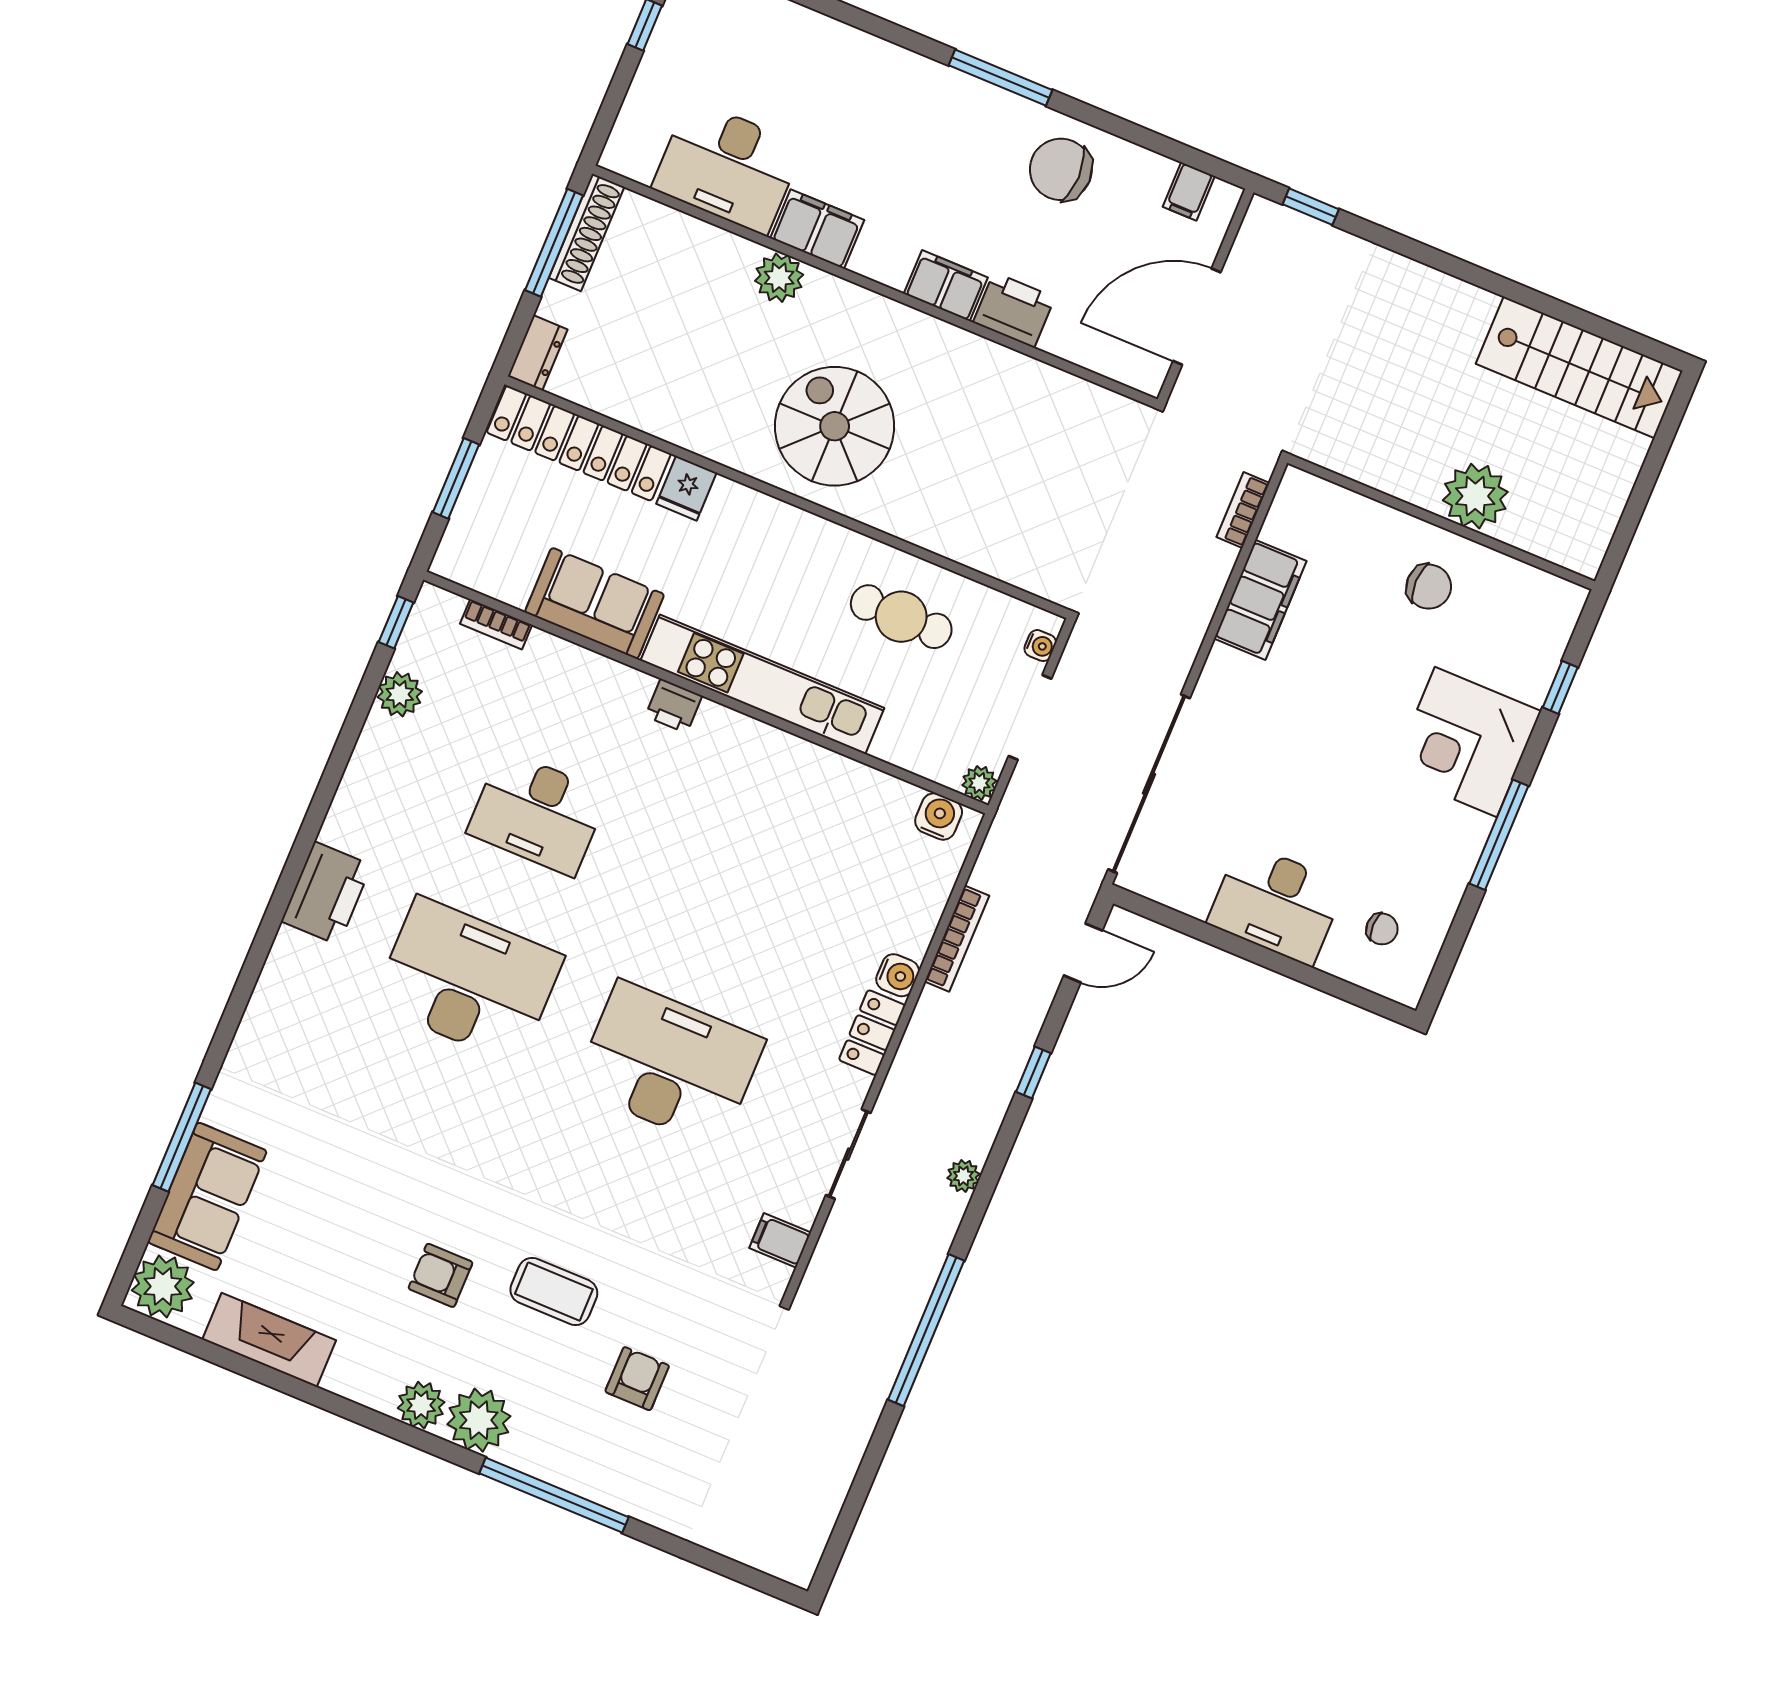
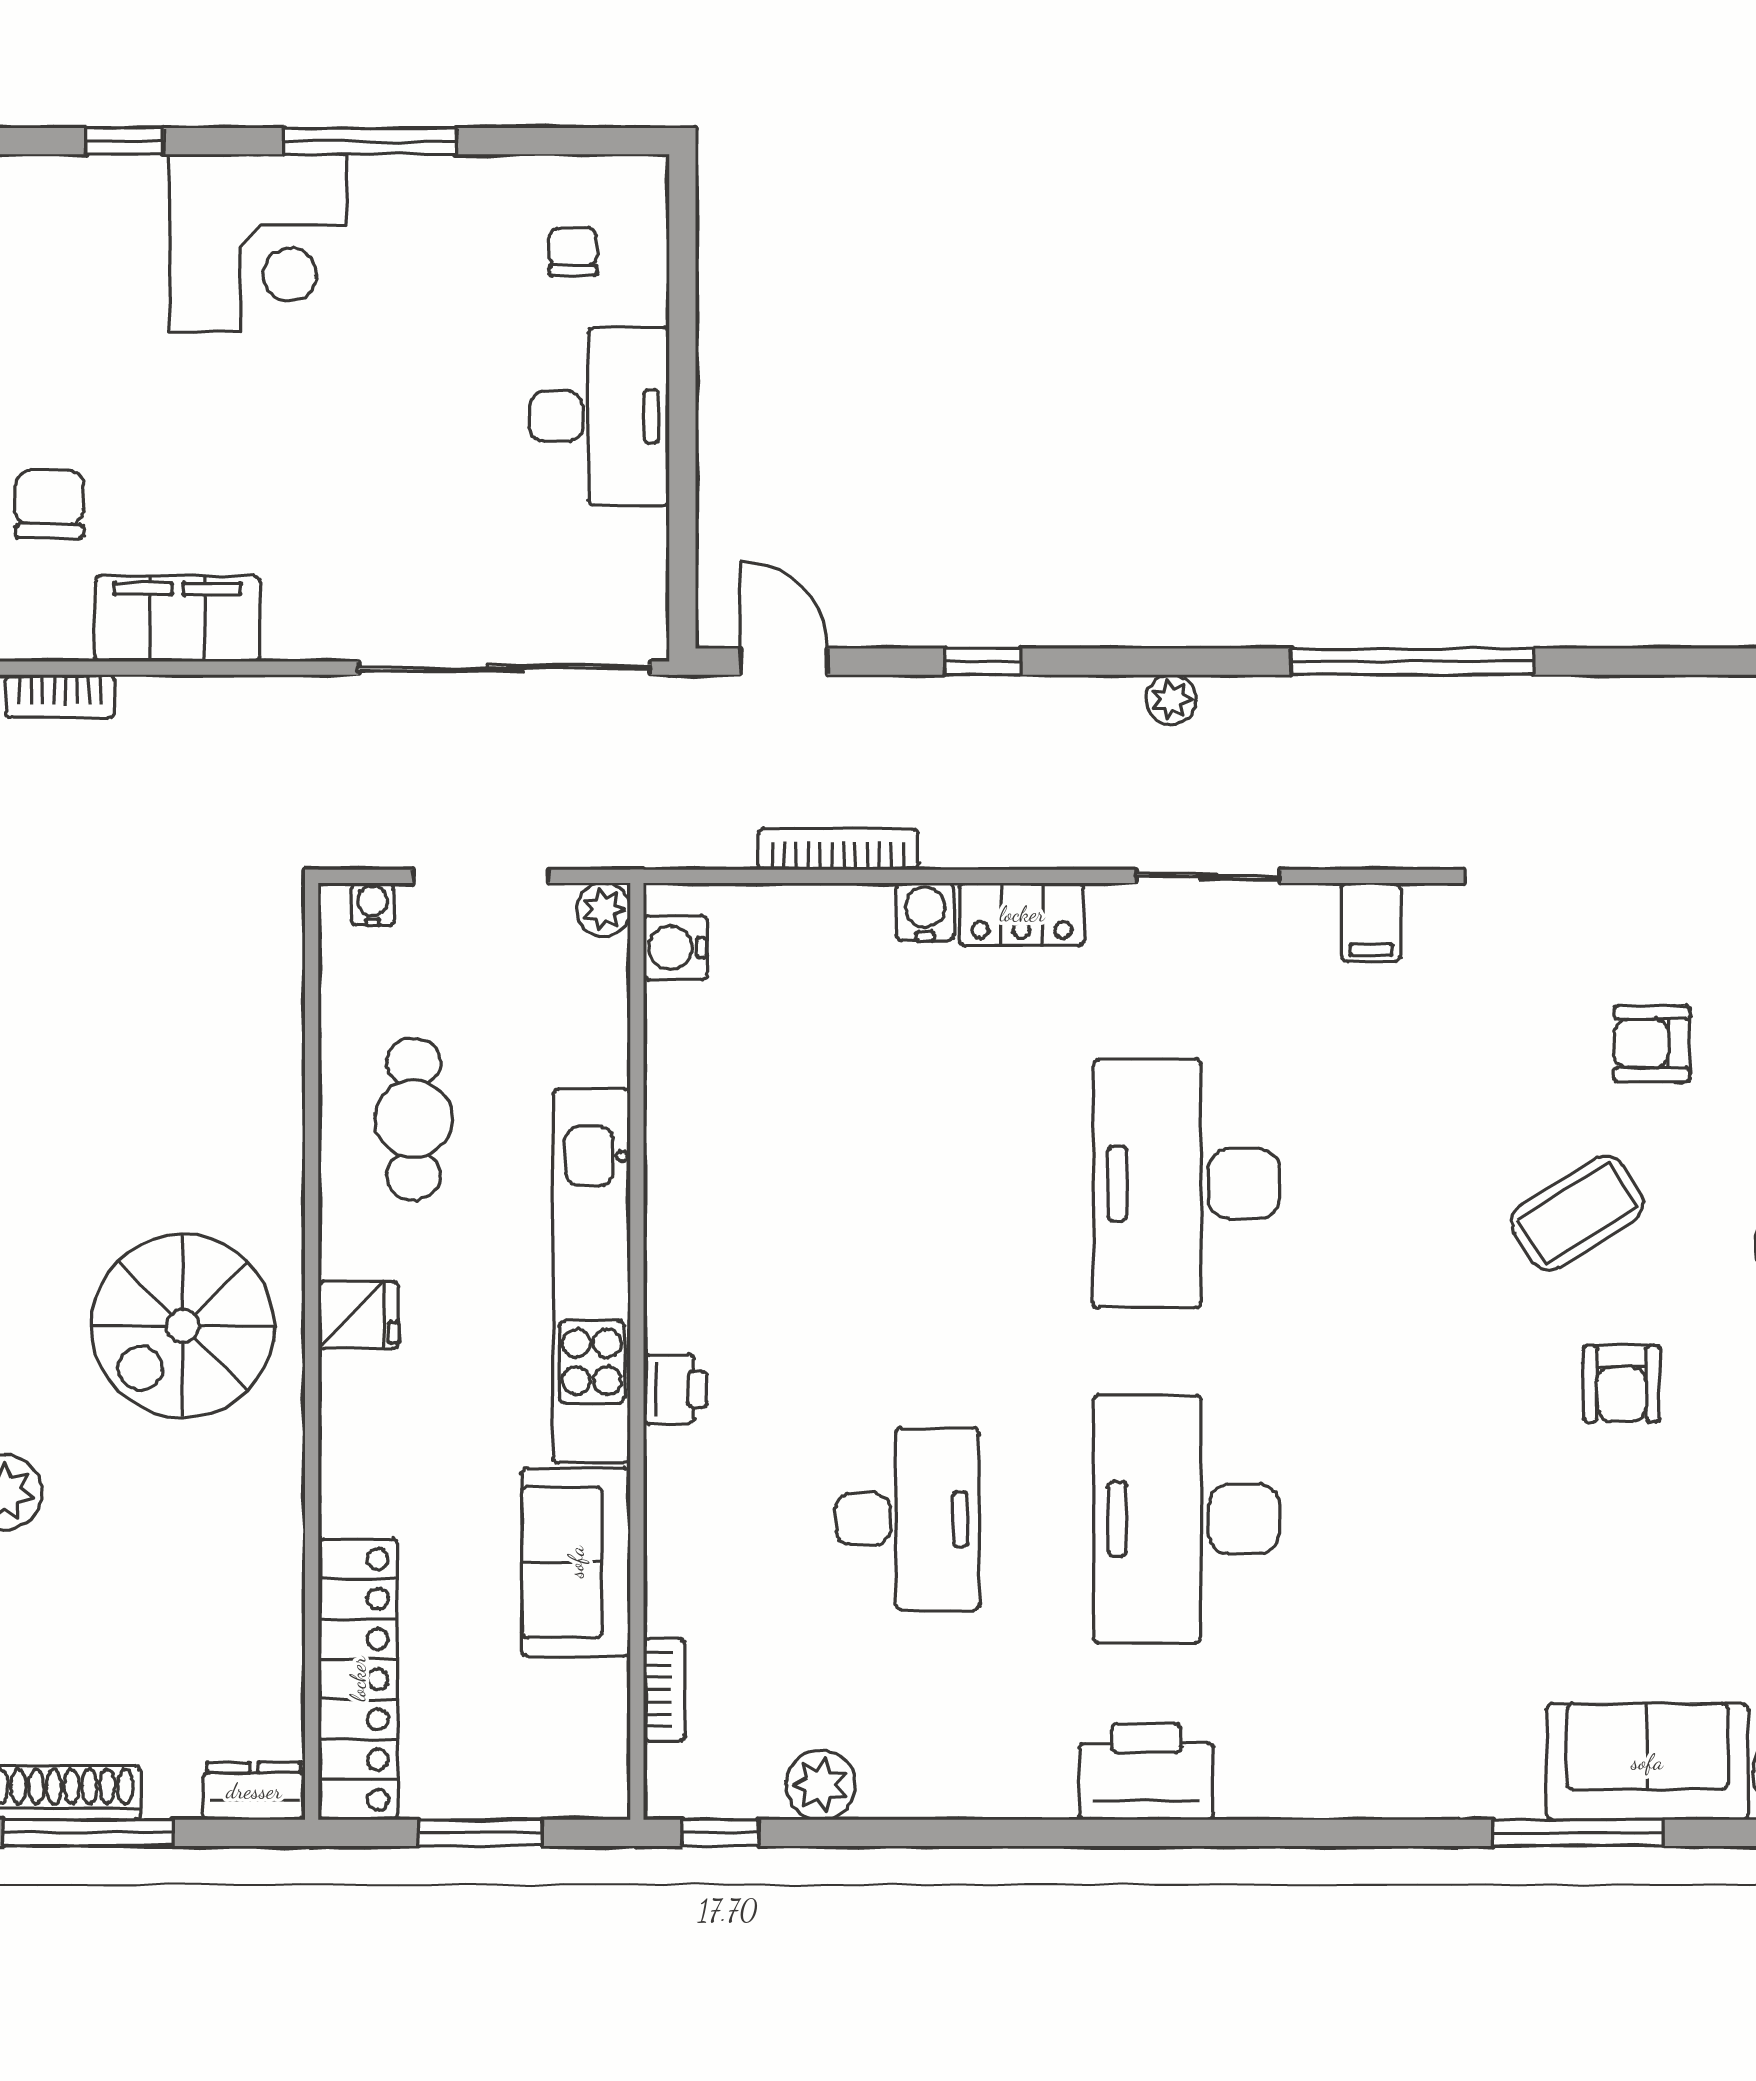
fridge: (686, 488) -> (358, 1315), moved
chair: (1429, 587) -> (49, 504), moved
coffee table: (554, 1291) -> (1577, 1213), turned 58

